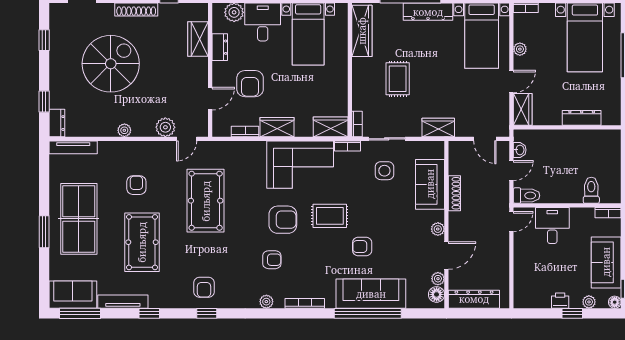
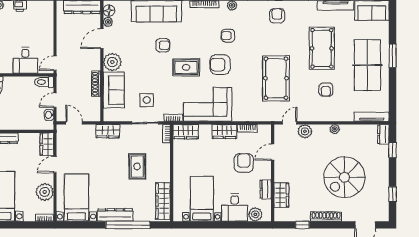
plant: (520, 49) -> (45, 192), width x1.88, depth x1.88
plant: (438, 229) -> (112, 62), width x1.87, depth x1.87

